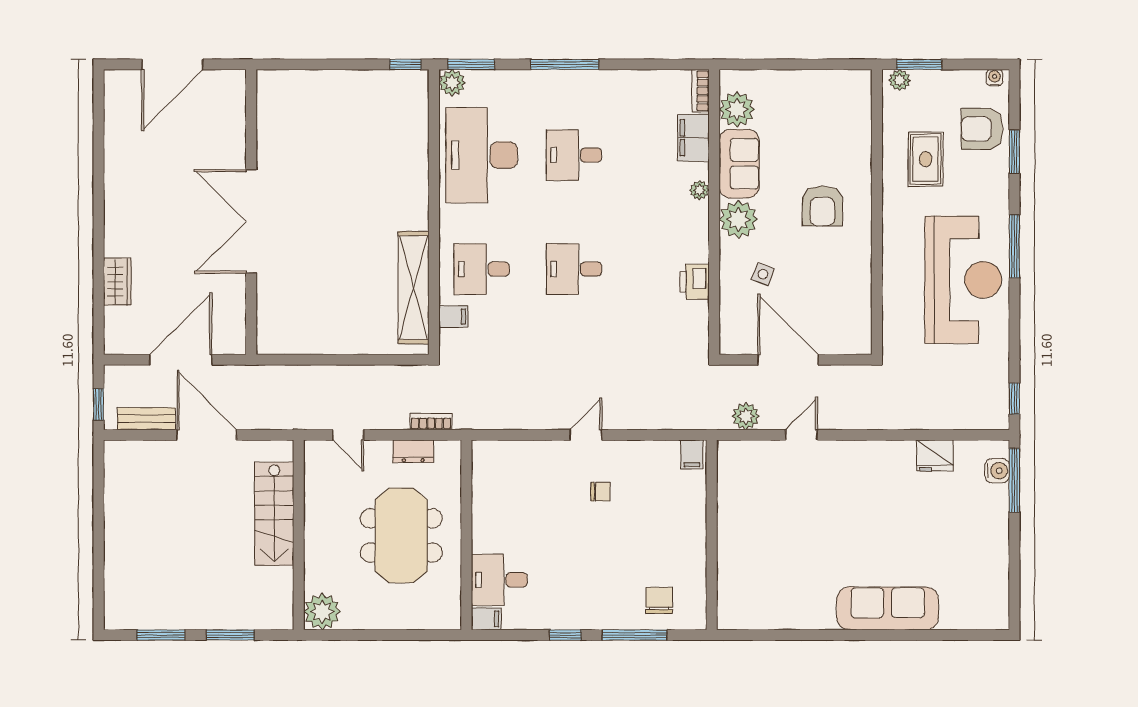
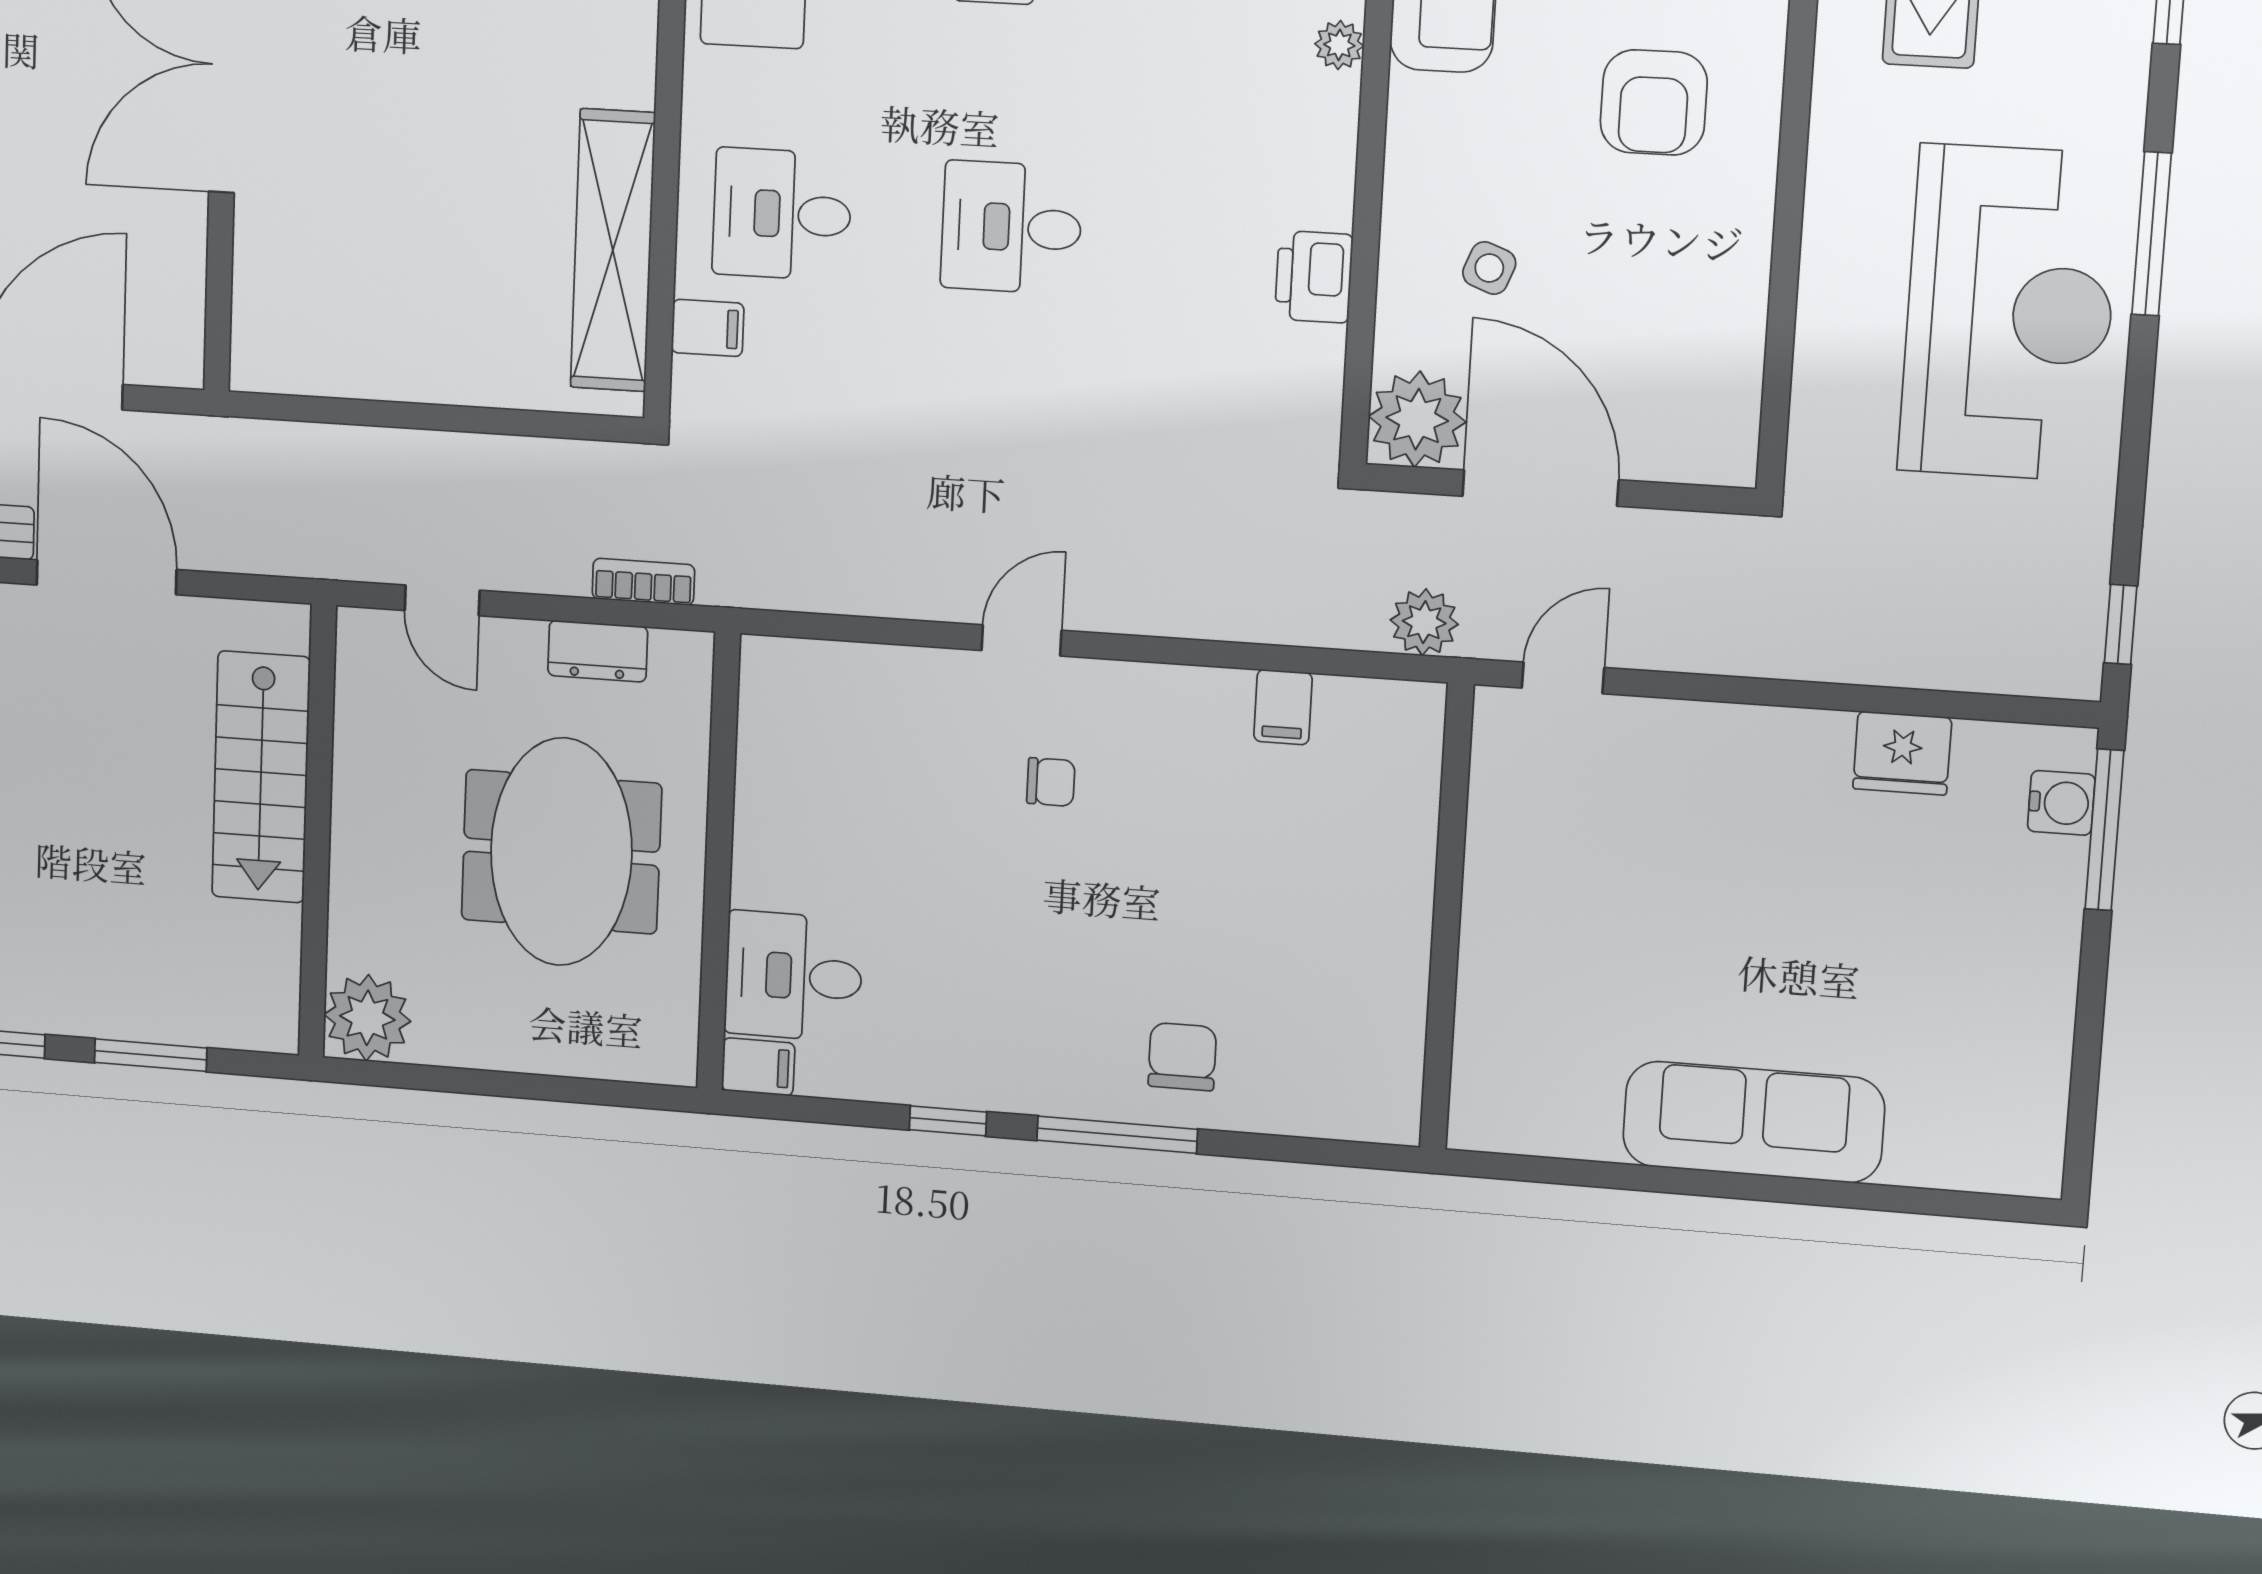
plant: (738, 219) -> (1417, 419), moved
wall: (712, 535) -> (1447, 917), moved

